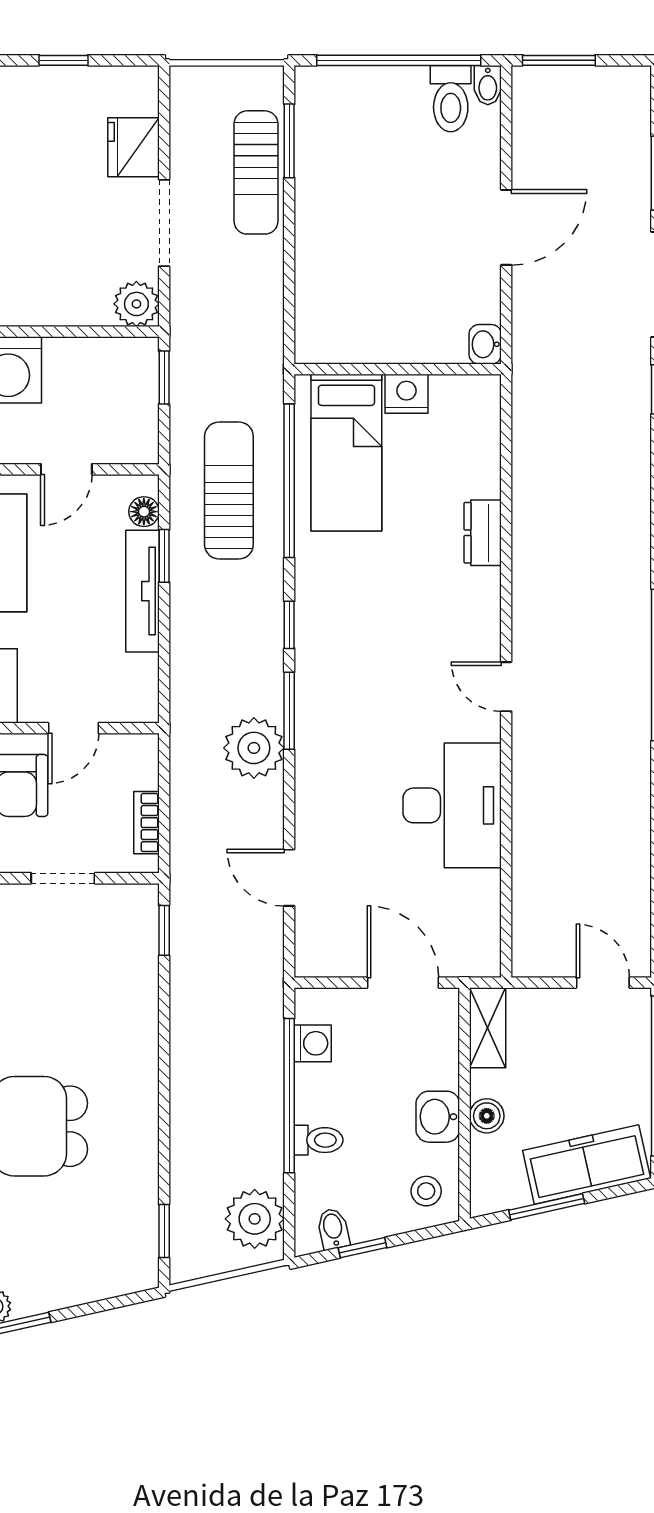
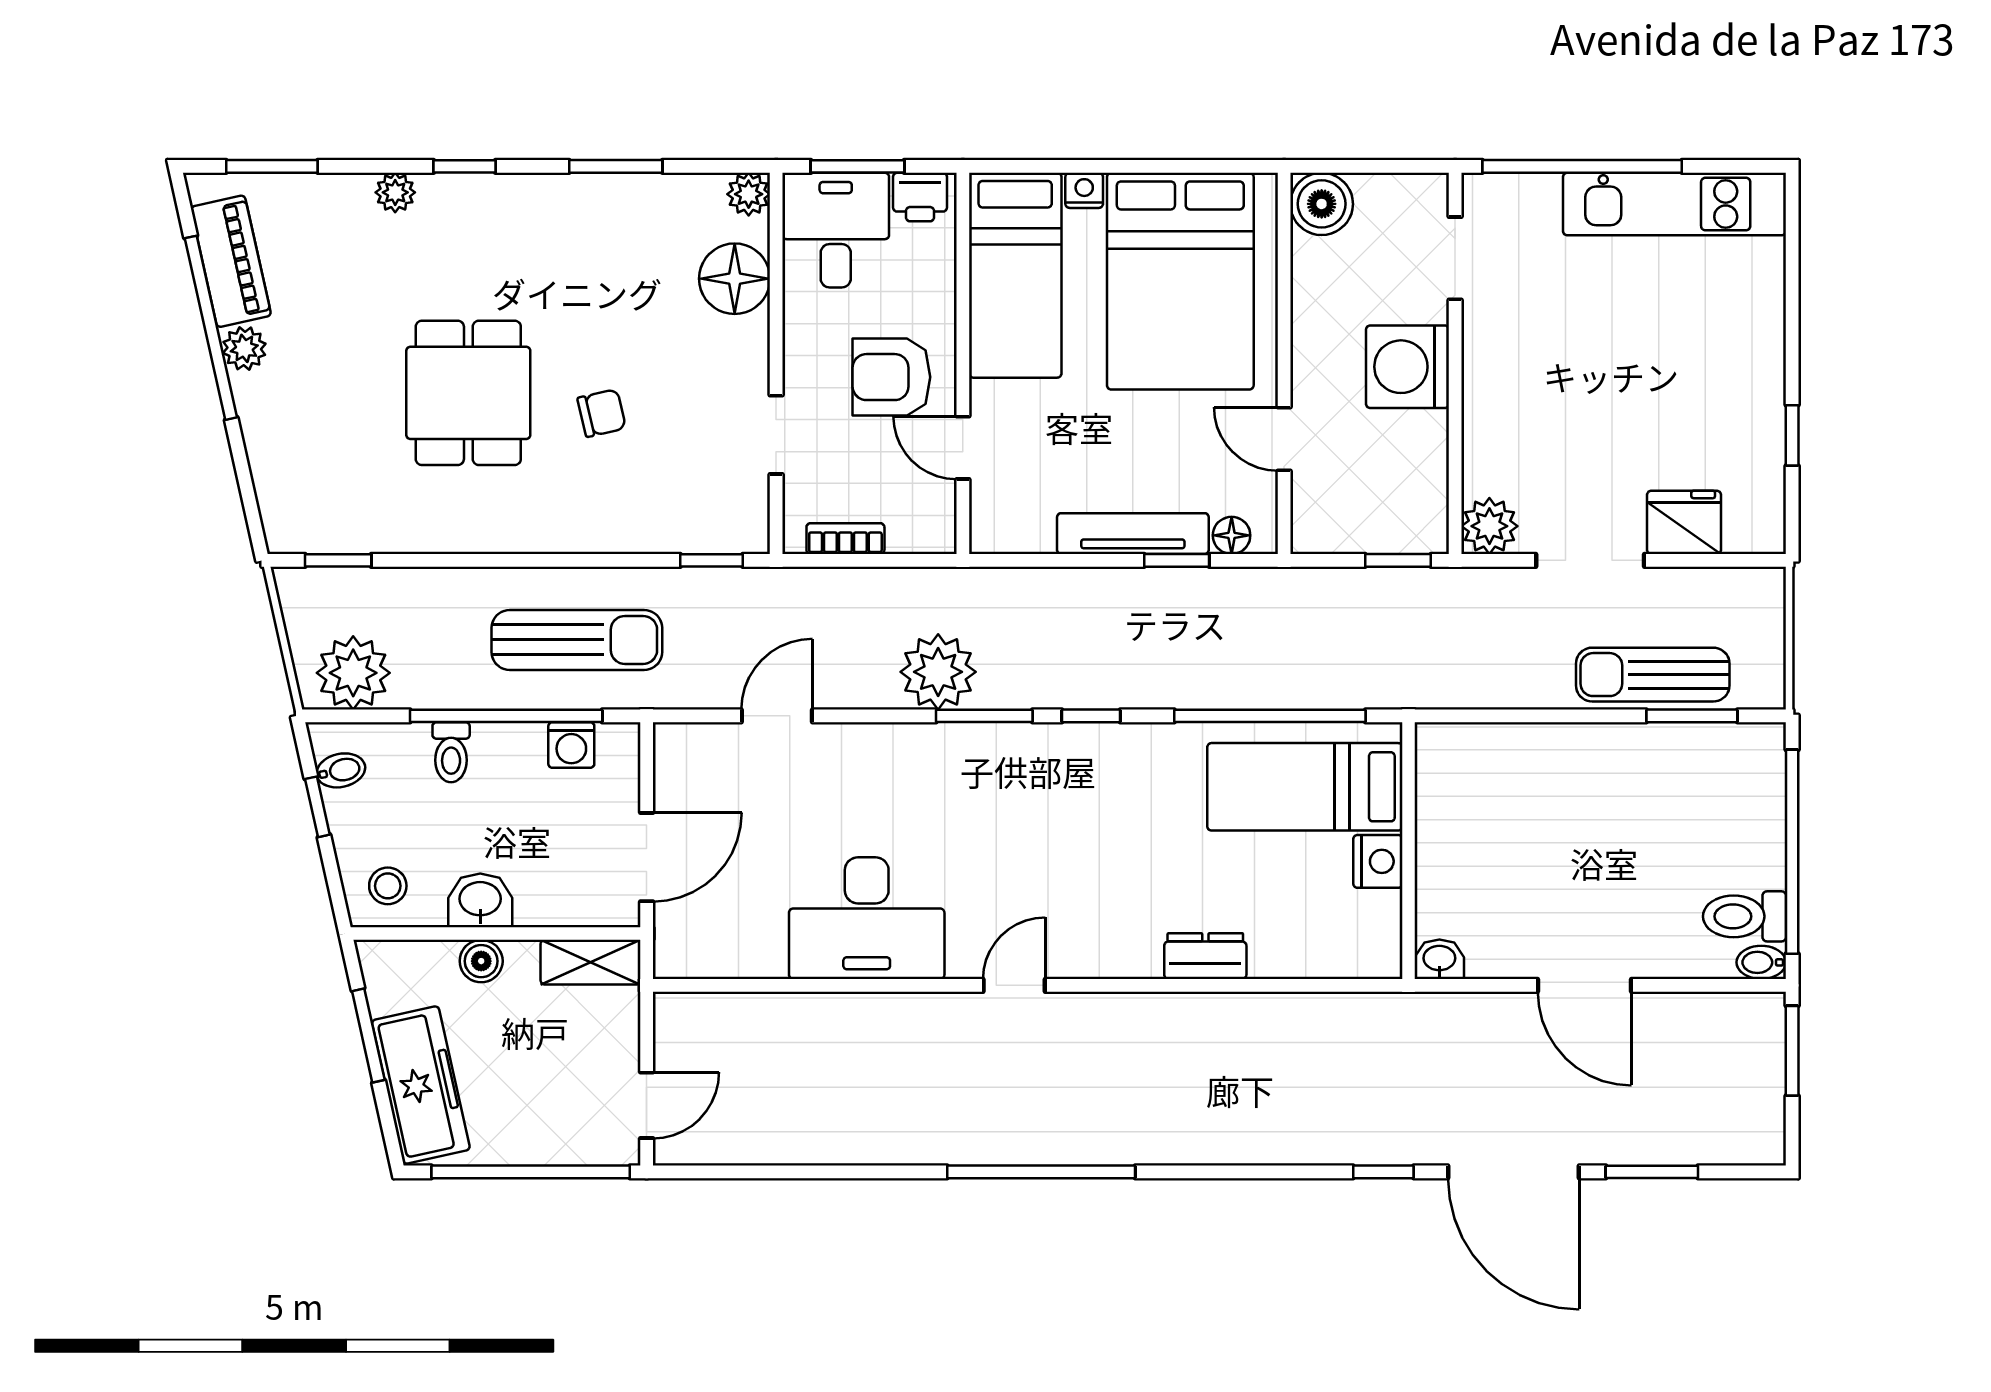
sun lounger: (229, 490) -> (577, 640), moved
chair: (45, 1019) -> (602, 413), added

